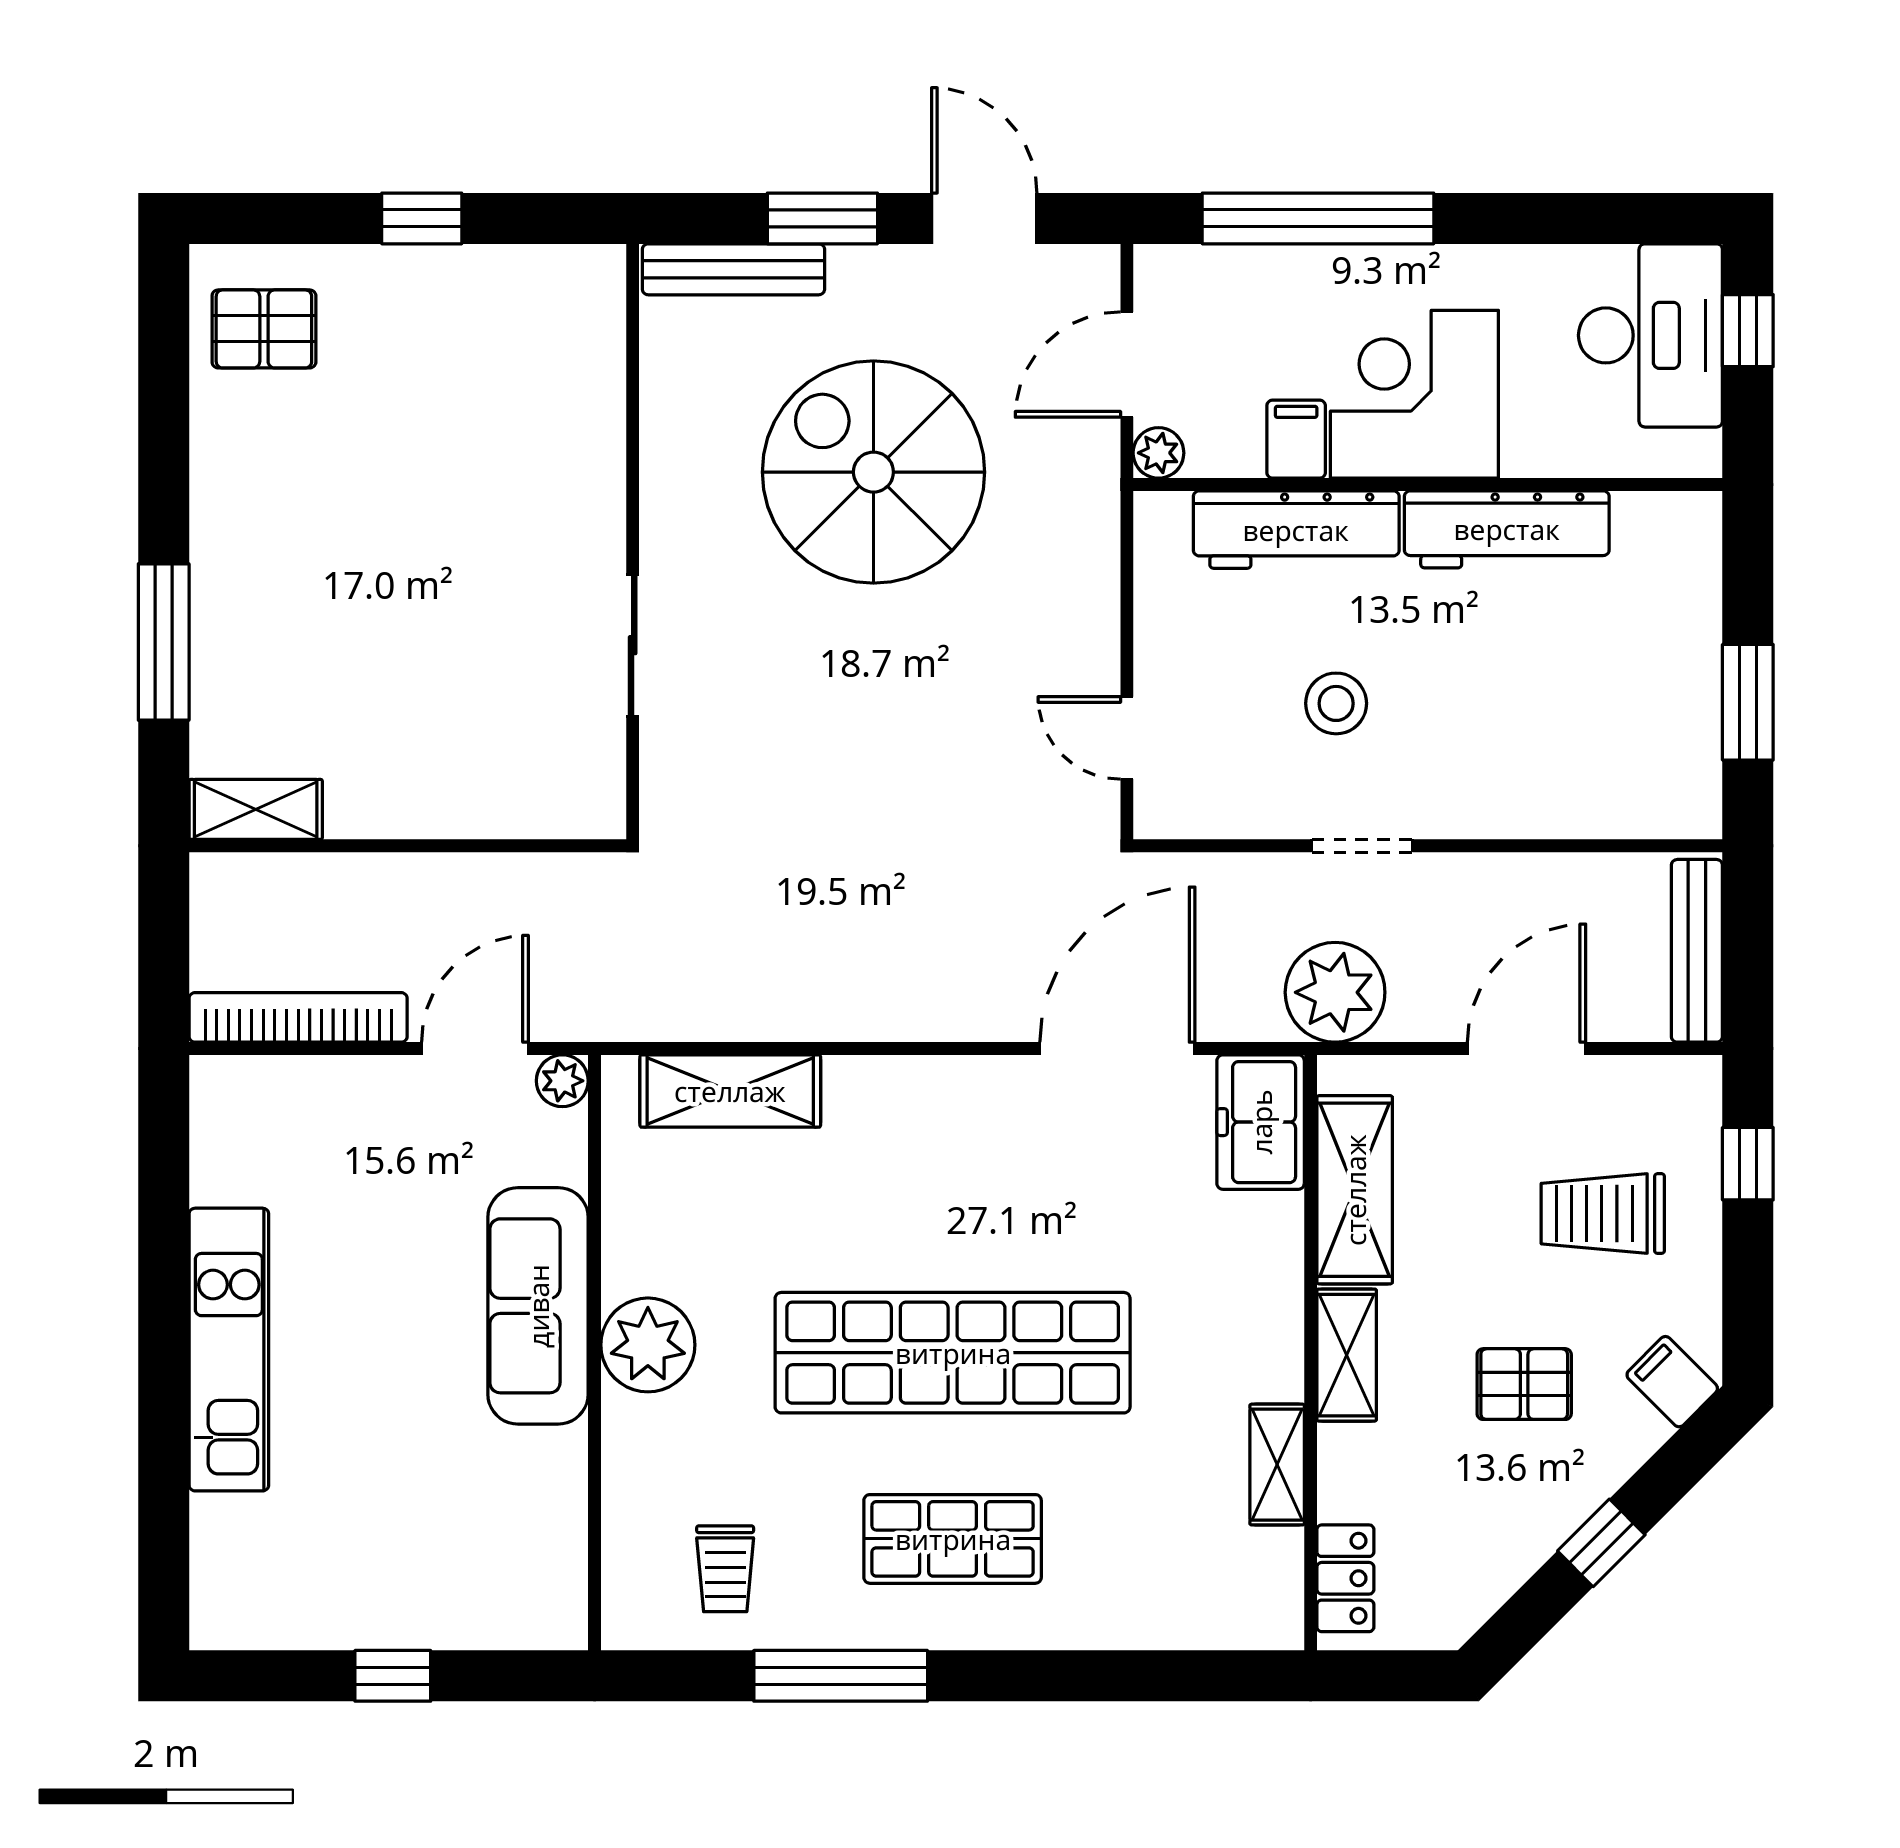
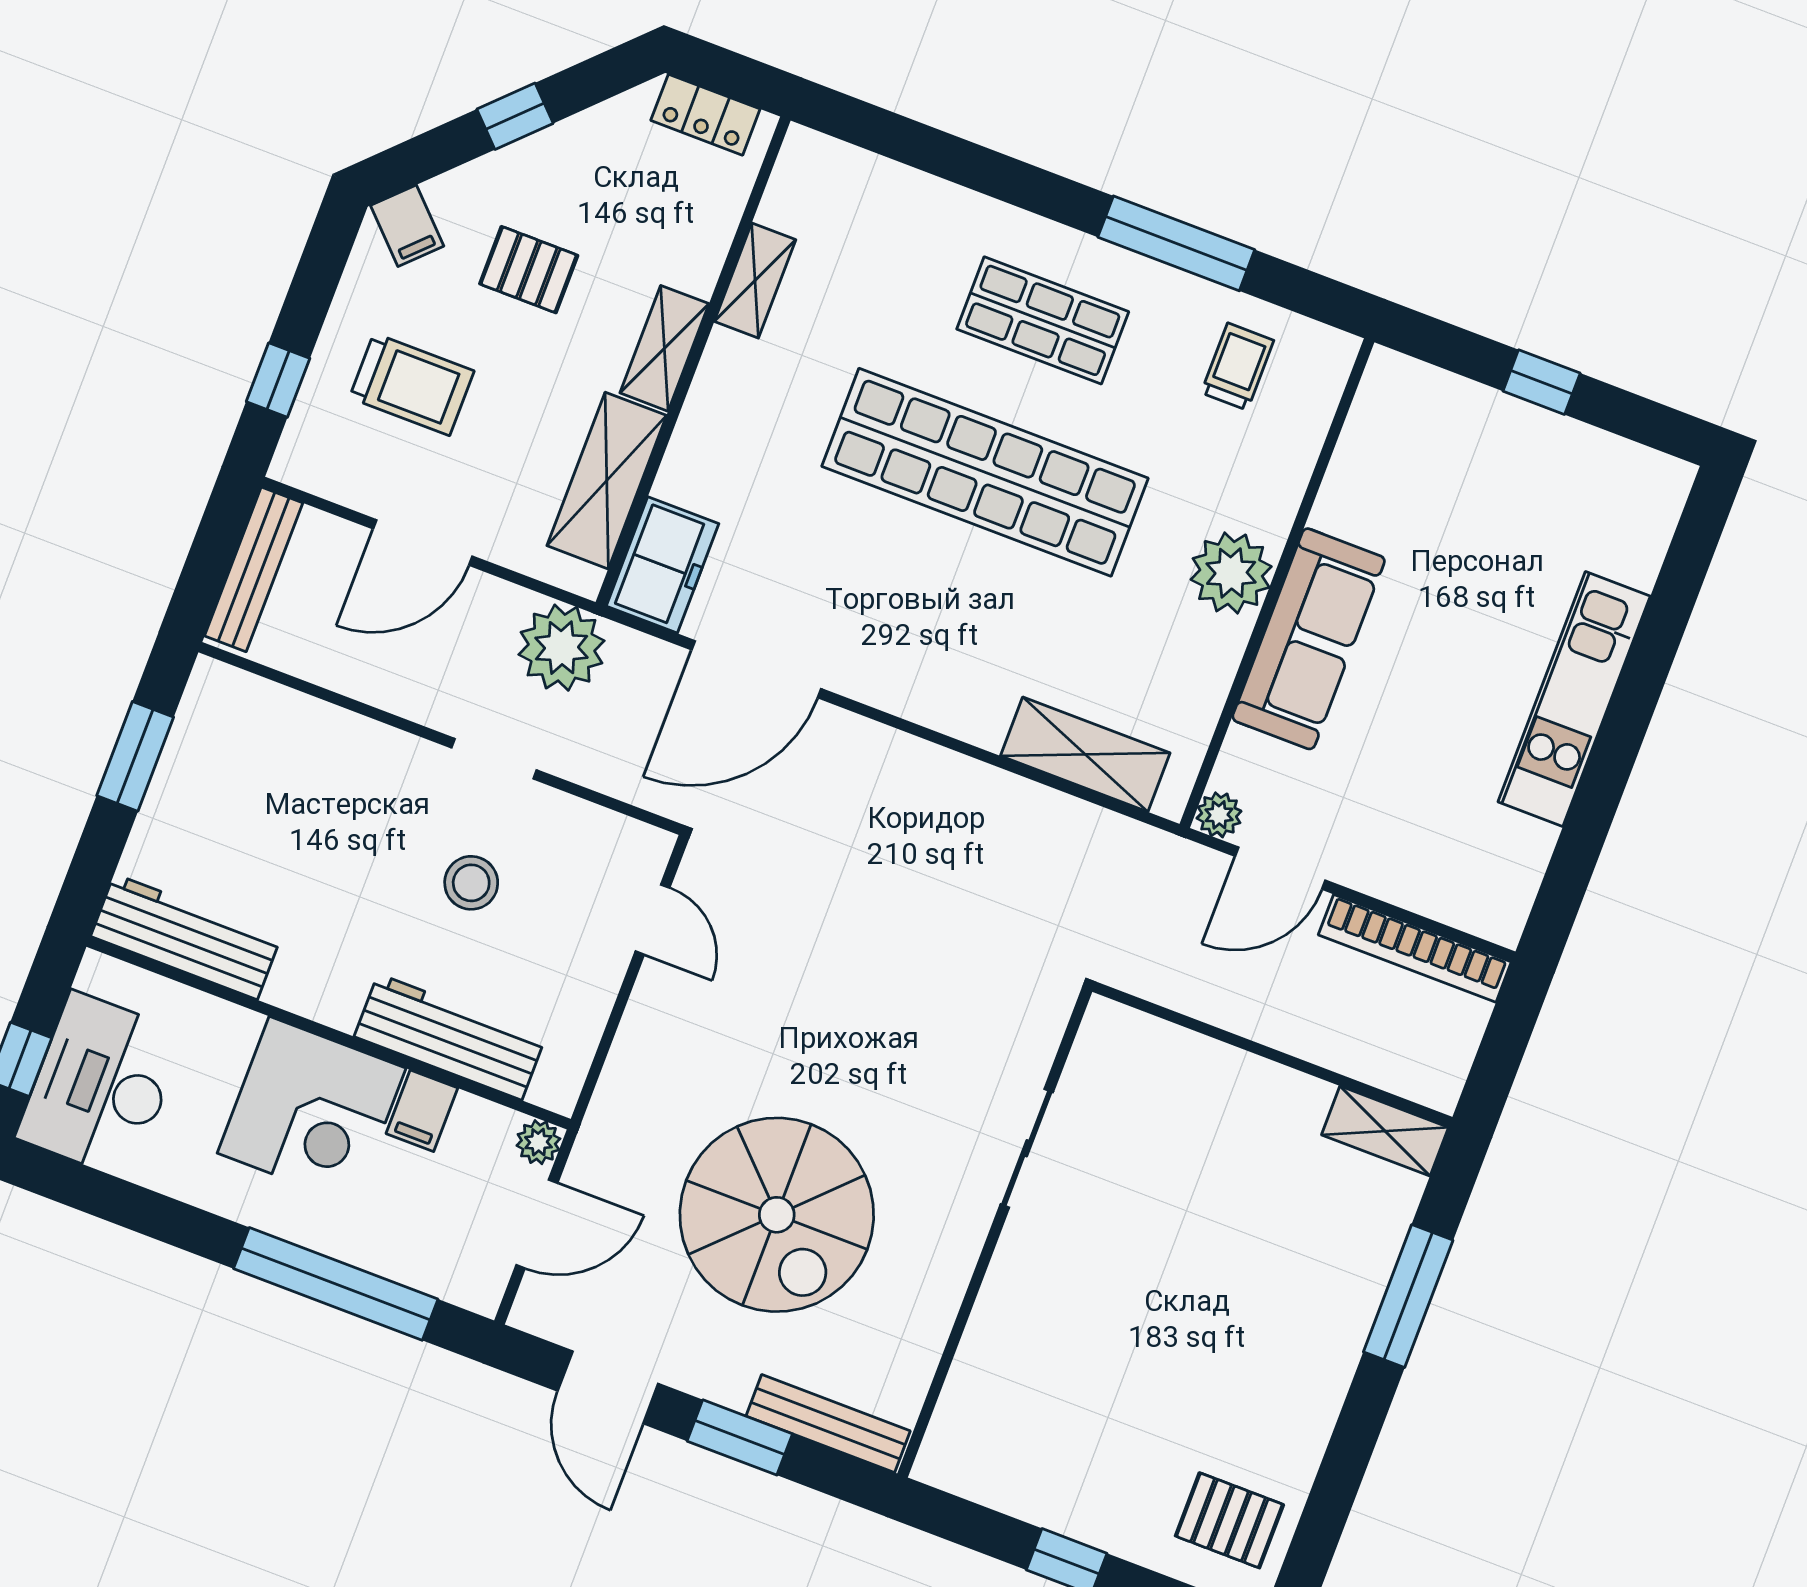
workbench: (1507, 529) -> (186, 937), moved
locker: (1345, 1578) -> (705, 115), moved, turned -90

